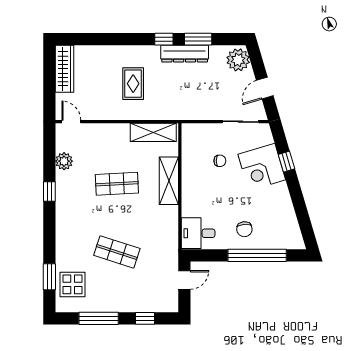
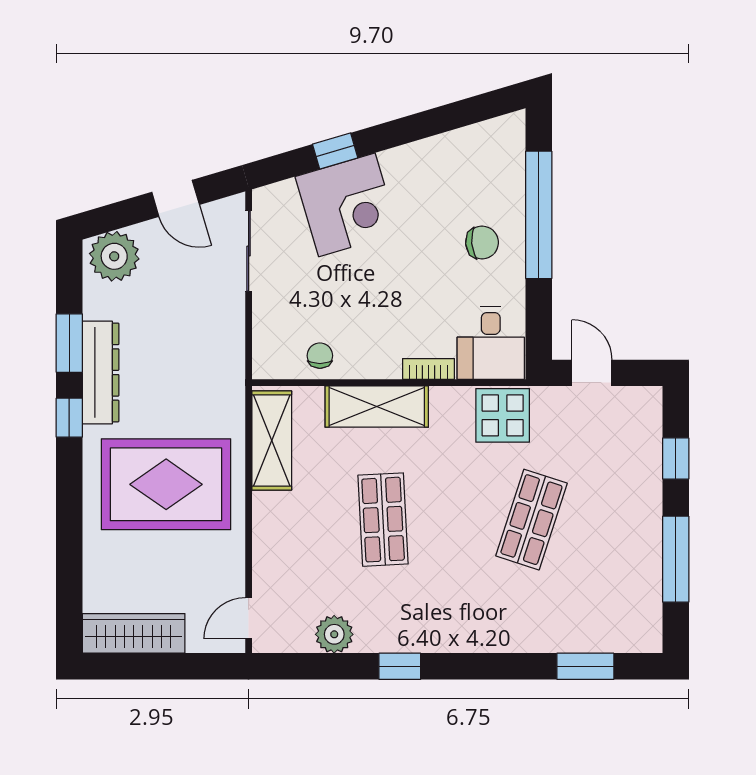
rug: (133, 84) -> (166, 484), width x1.86, depth x2.06
chair: (220, 161) -> (320, 356), moved
bookcase: (186, 205) -> (429, 369), added
display table: (73, 284) -> (503, 415), moved

